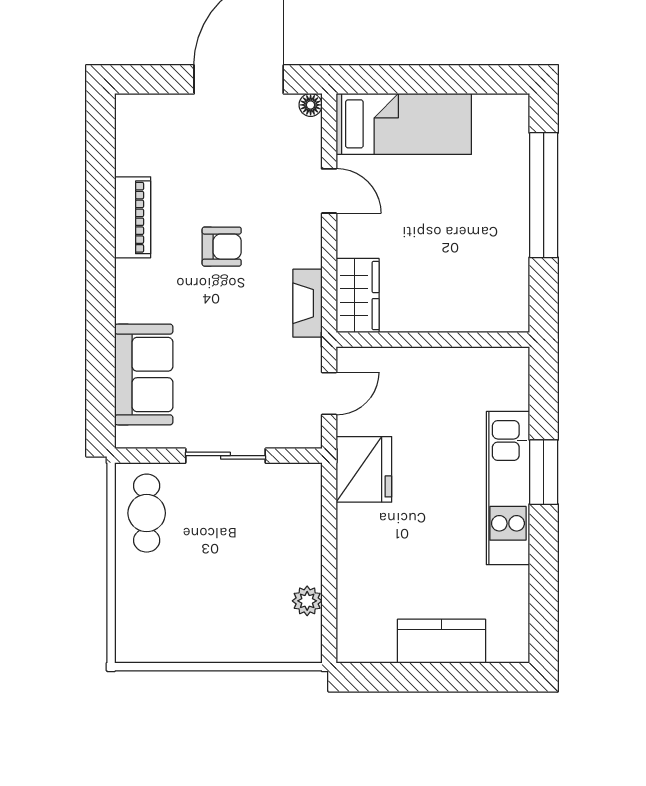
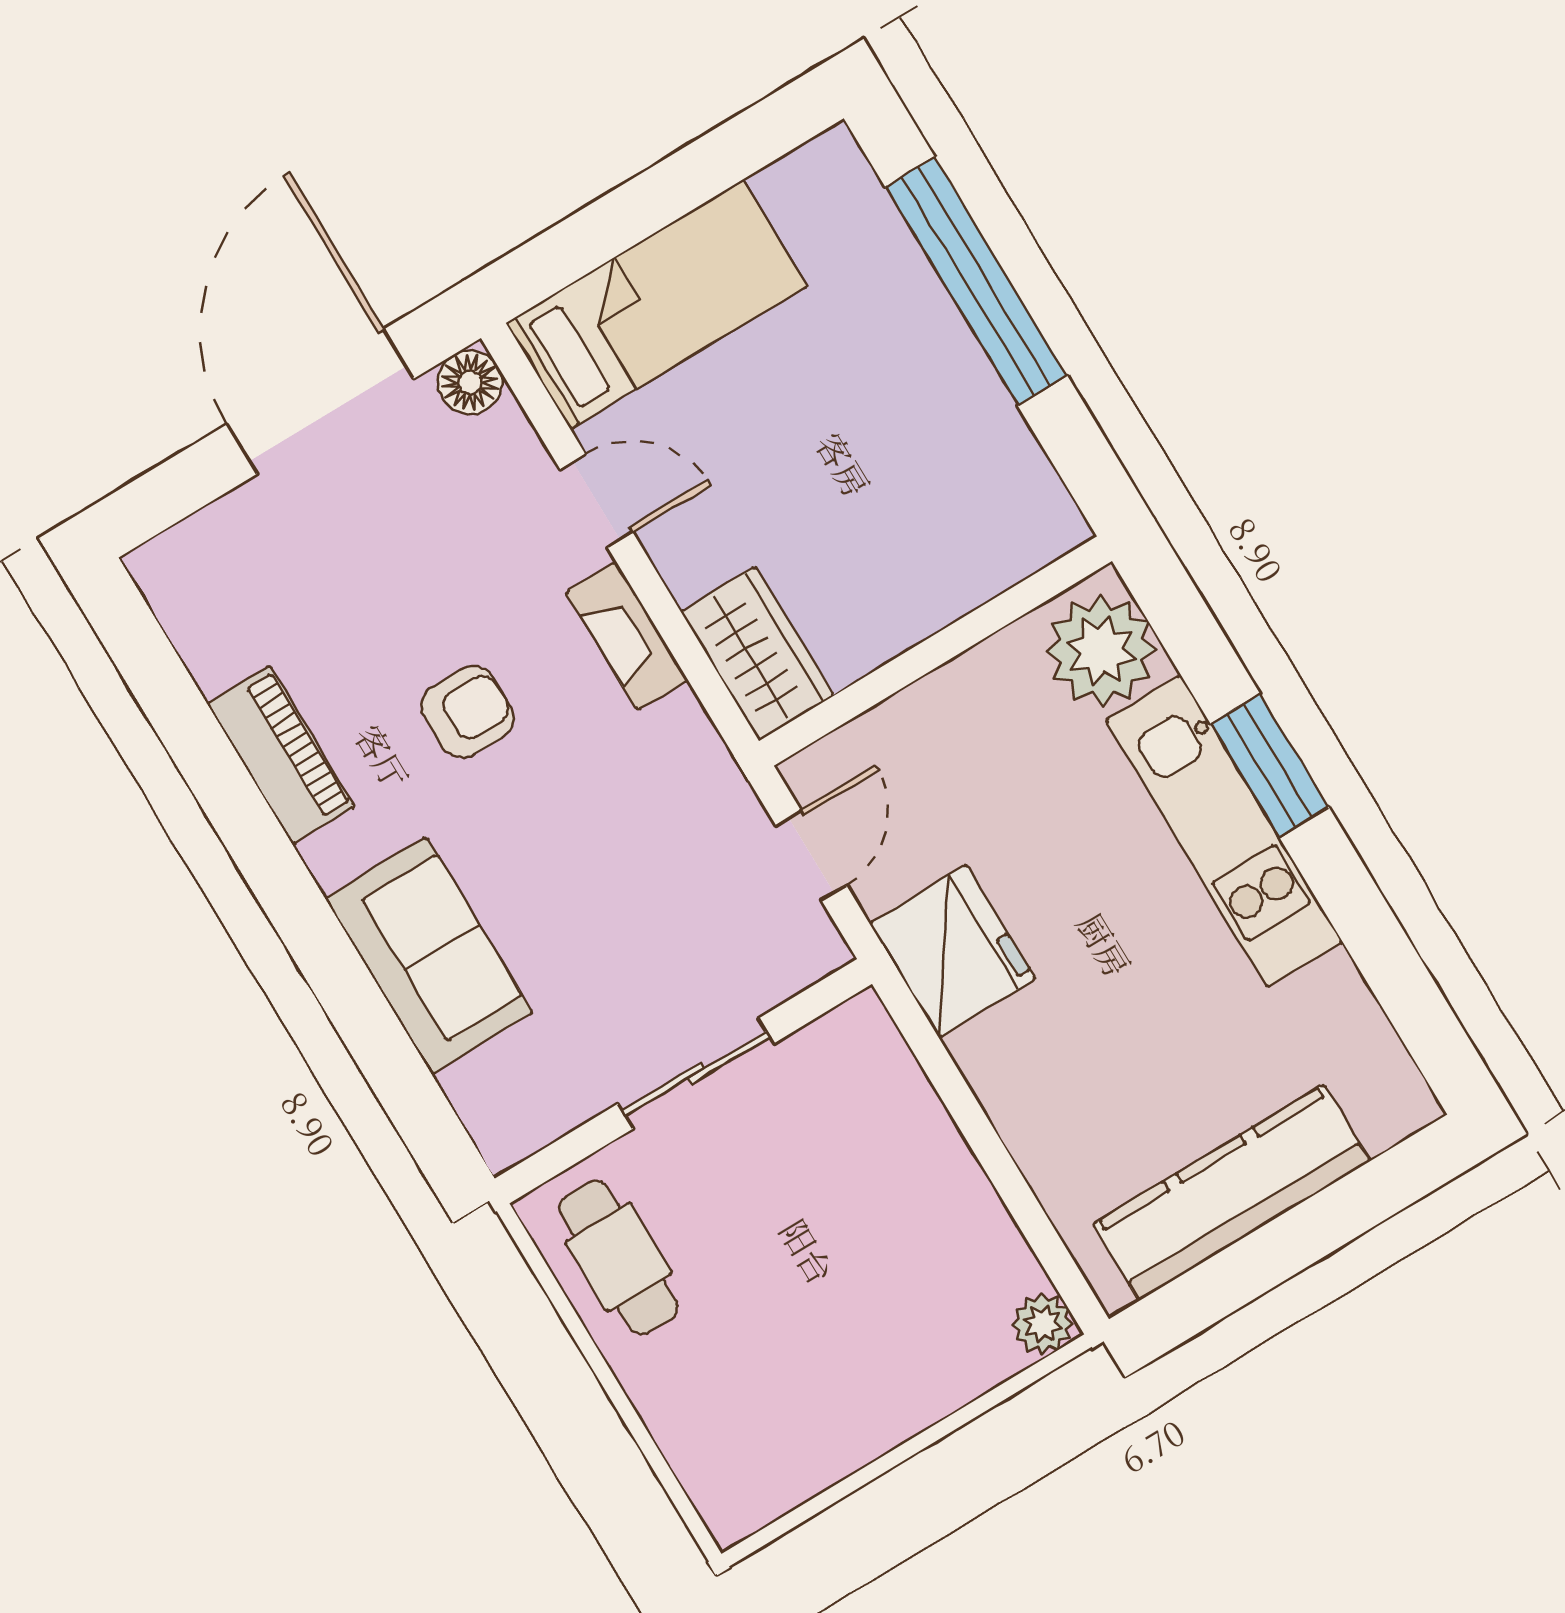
floor lamp: (311, 105) -> (470, 382), width x1.37, depth x1.37
fireplace: (308, 303) -> (627, 636), moved
sofa: (144, 374) -> (429, 956), moved
plant: (502, 381) -> (1101, 651), added
plant: (307, 601) -> (1043, 1324), moved
kitchen counter: (441, 641) -> (1231, 1193), width x1.50

